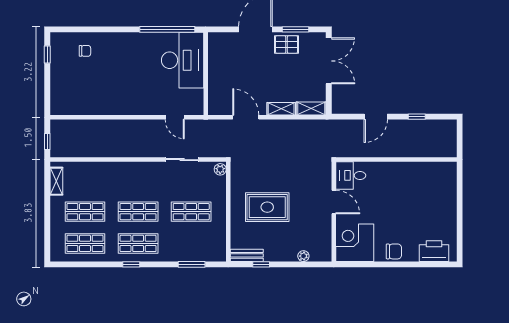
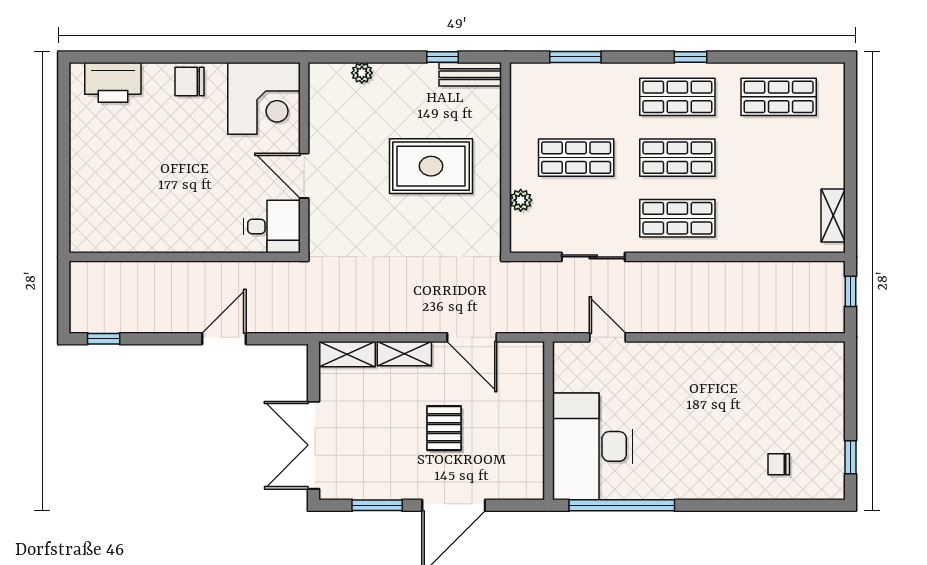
pallet: (287, 44) -> (444, 428), moved, turned 90
window: (417, 117) -> (104, 339), moved
plant: (220, 169) -> (521, 200), moved
shop shelf: (85, 212) -> (677, 218), moved

